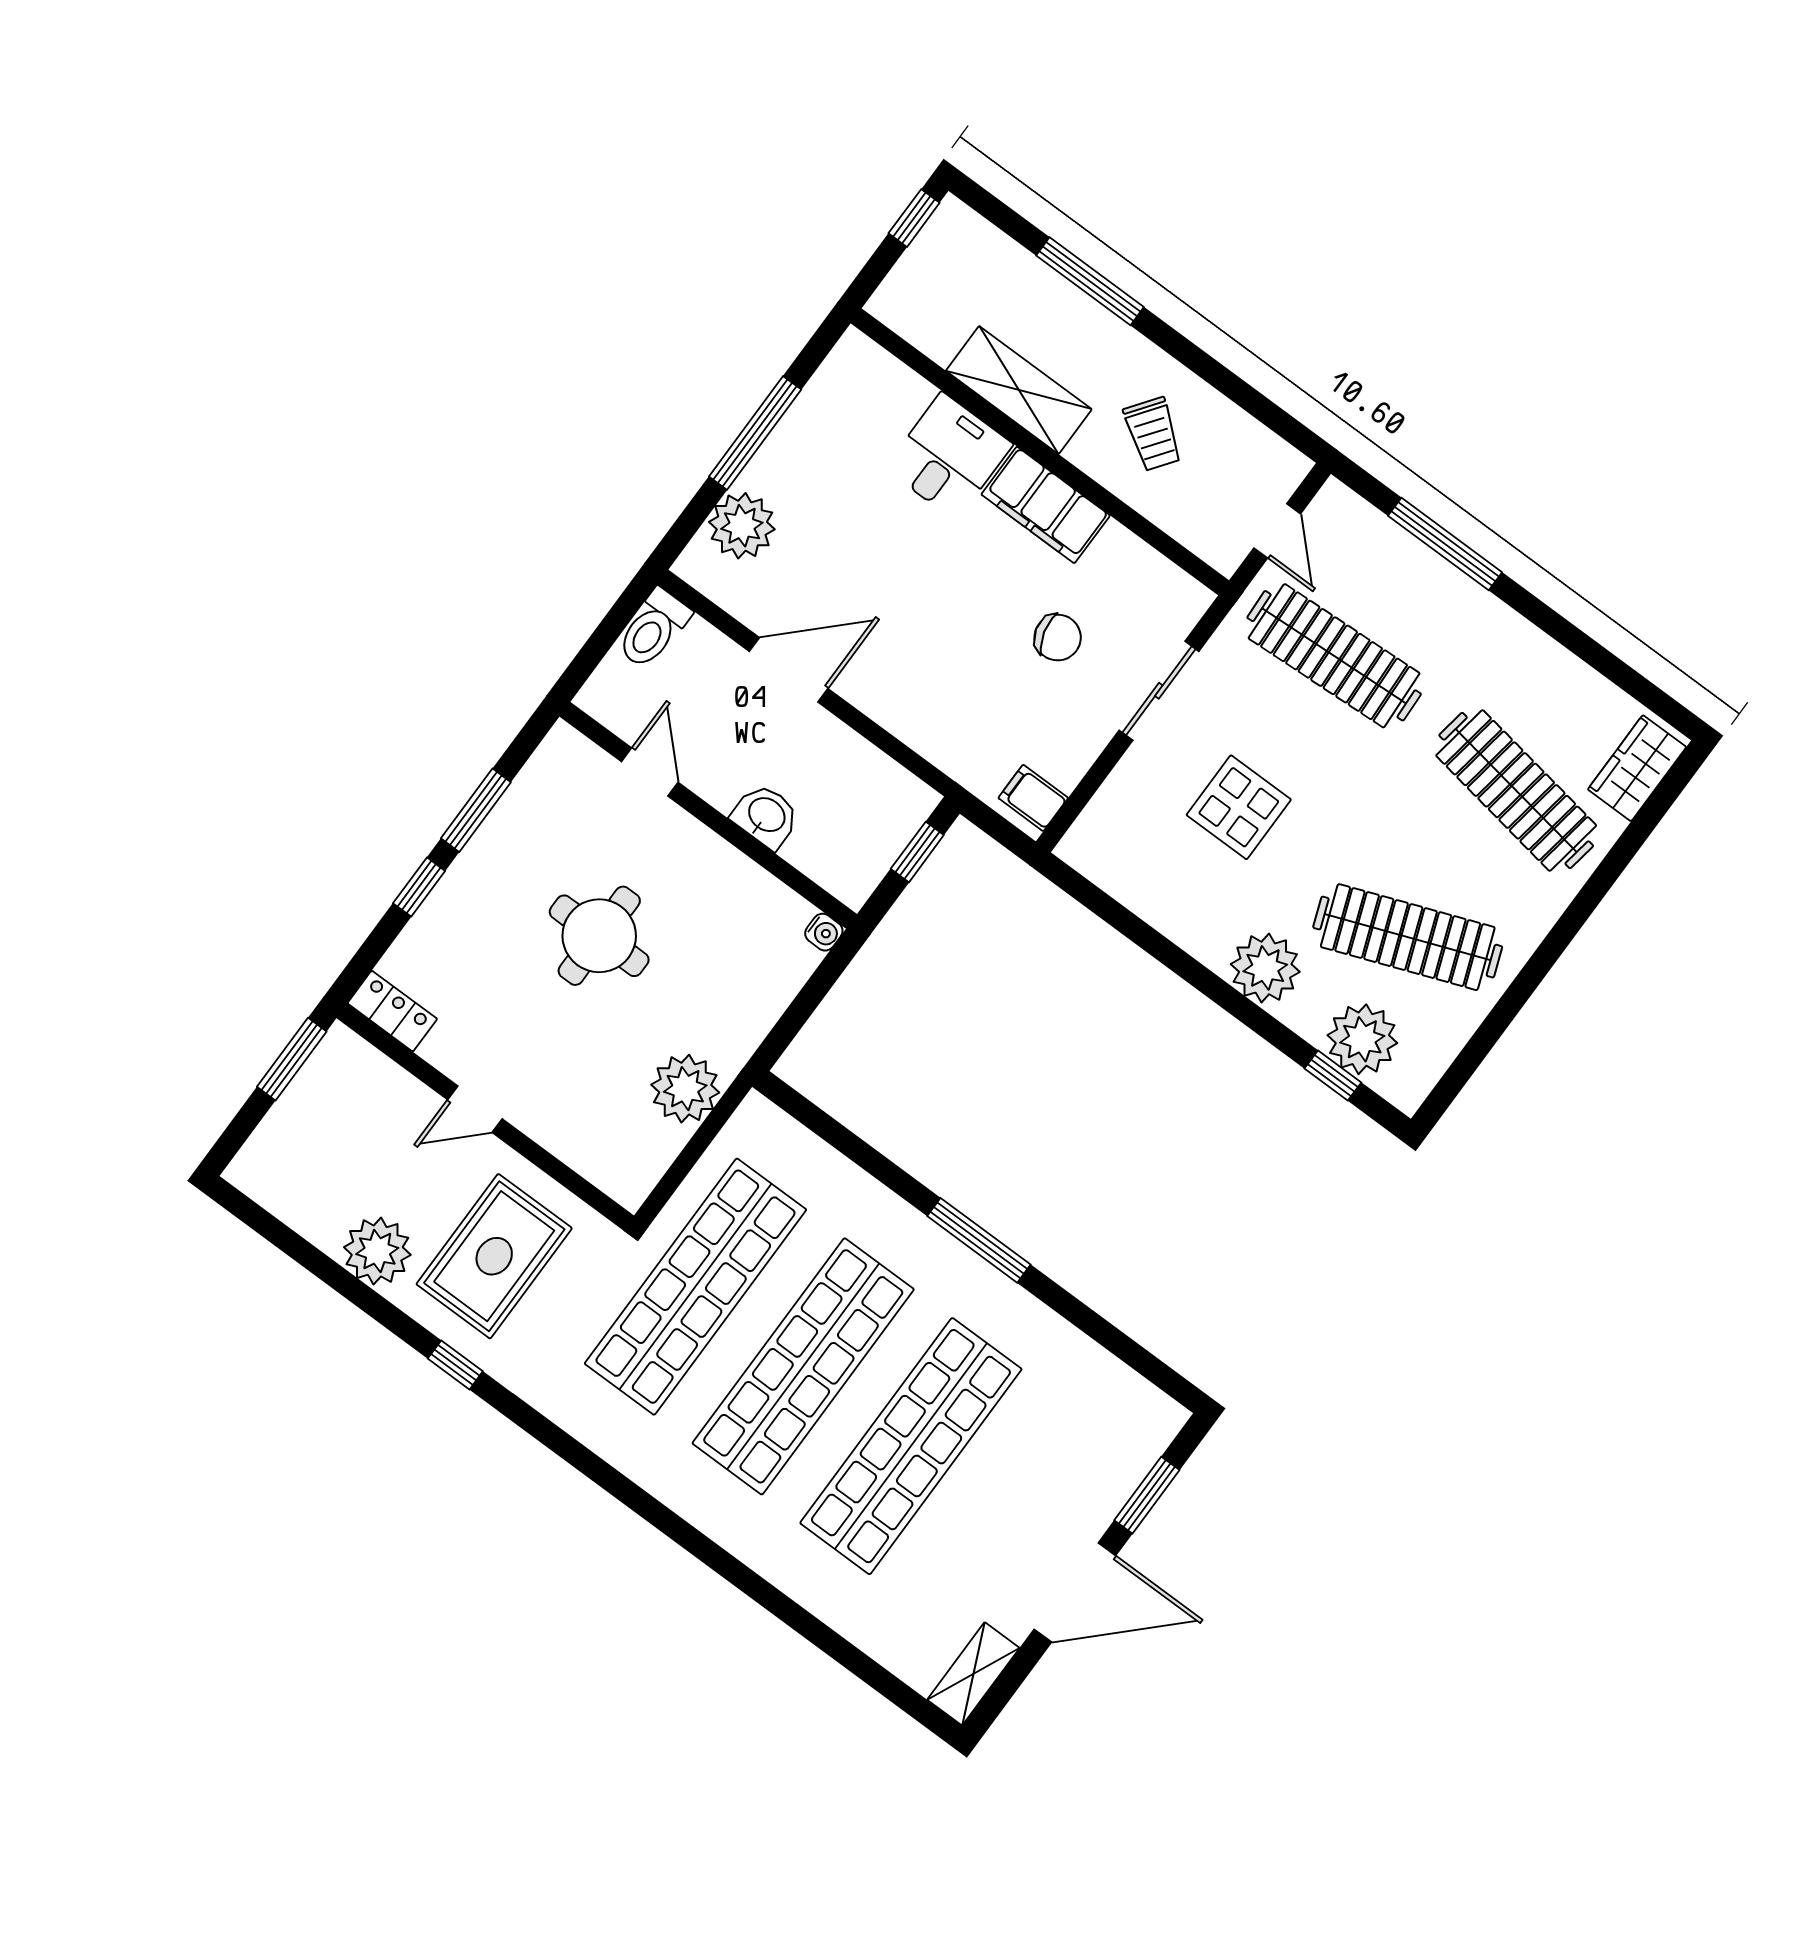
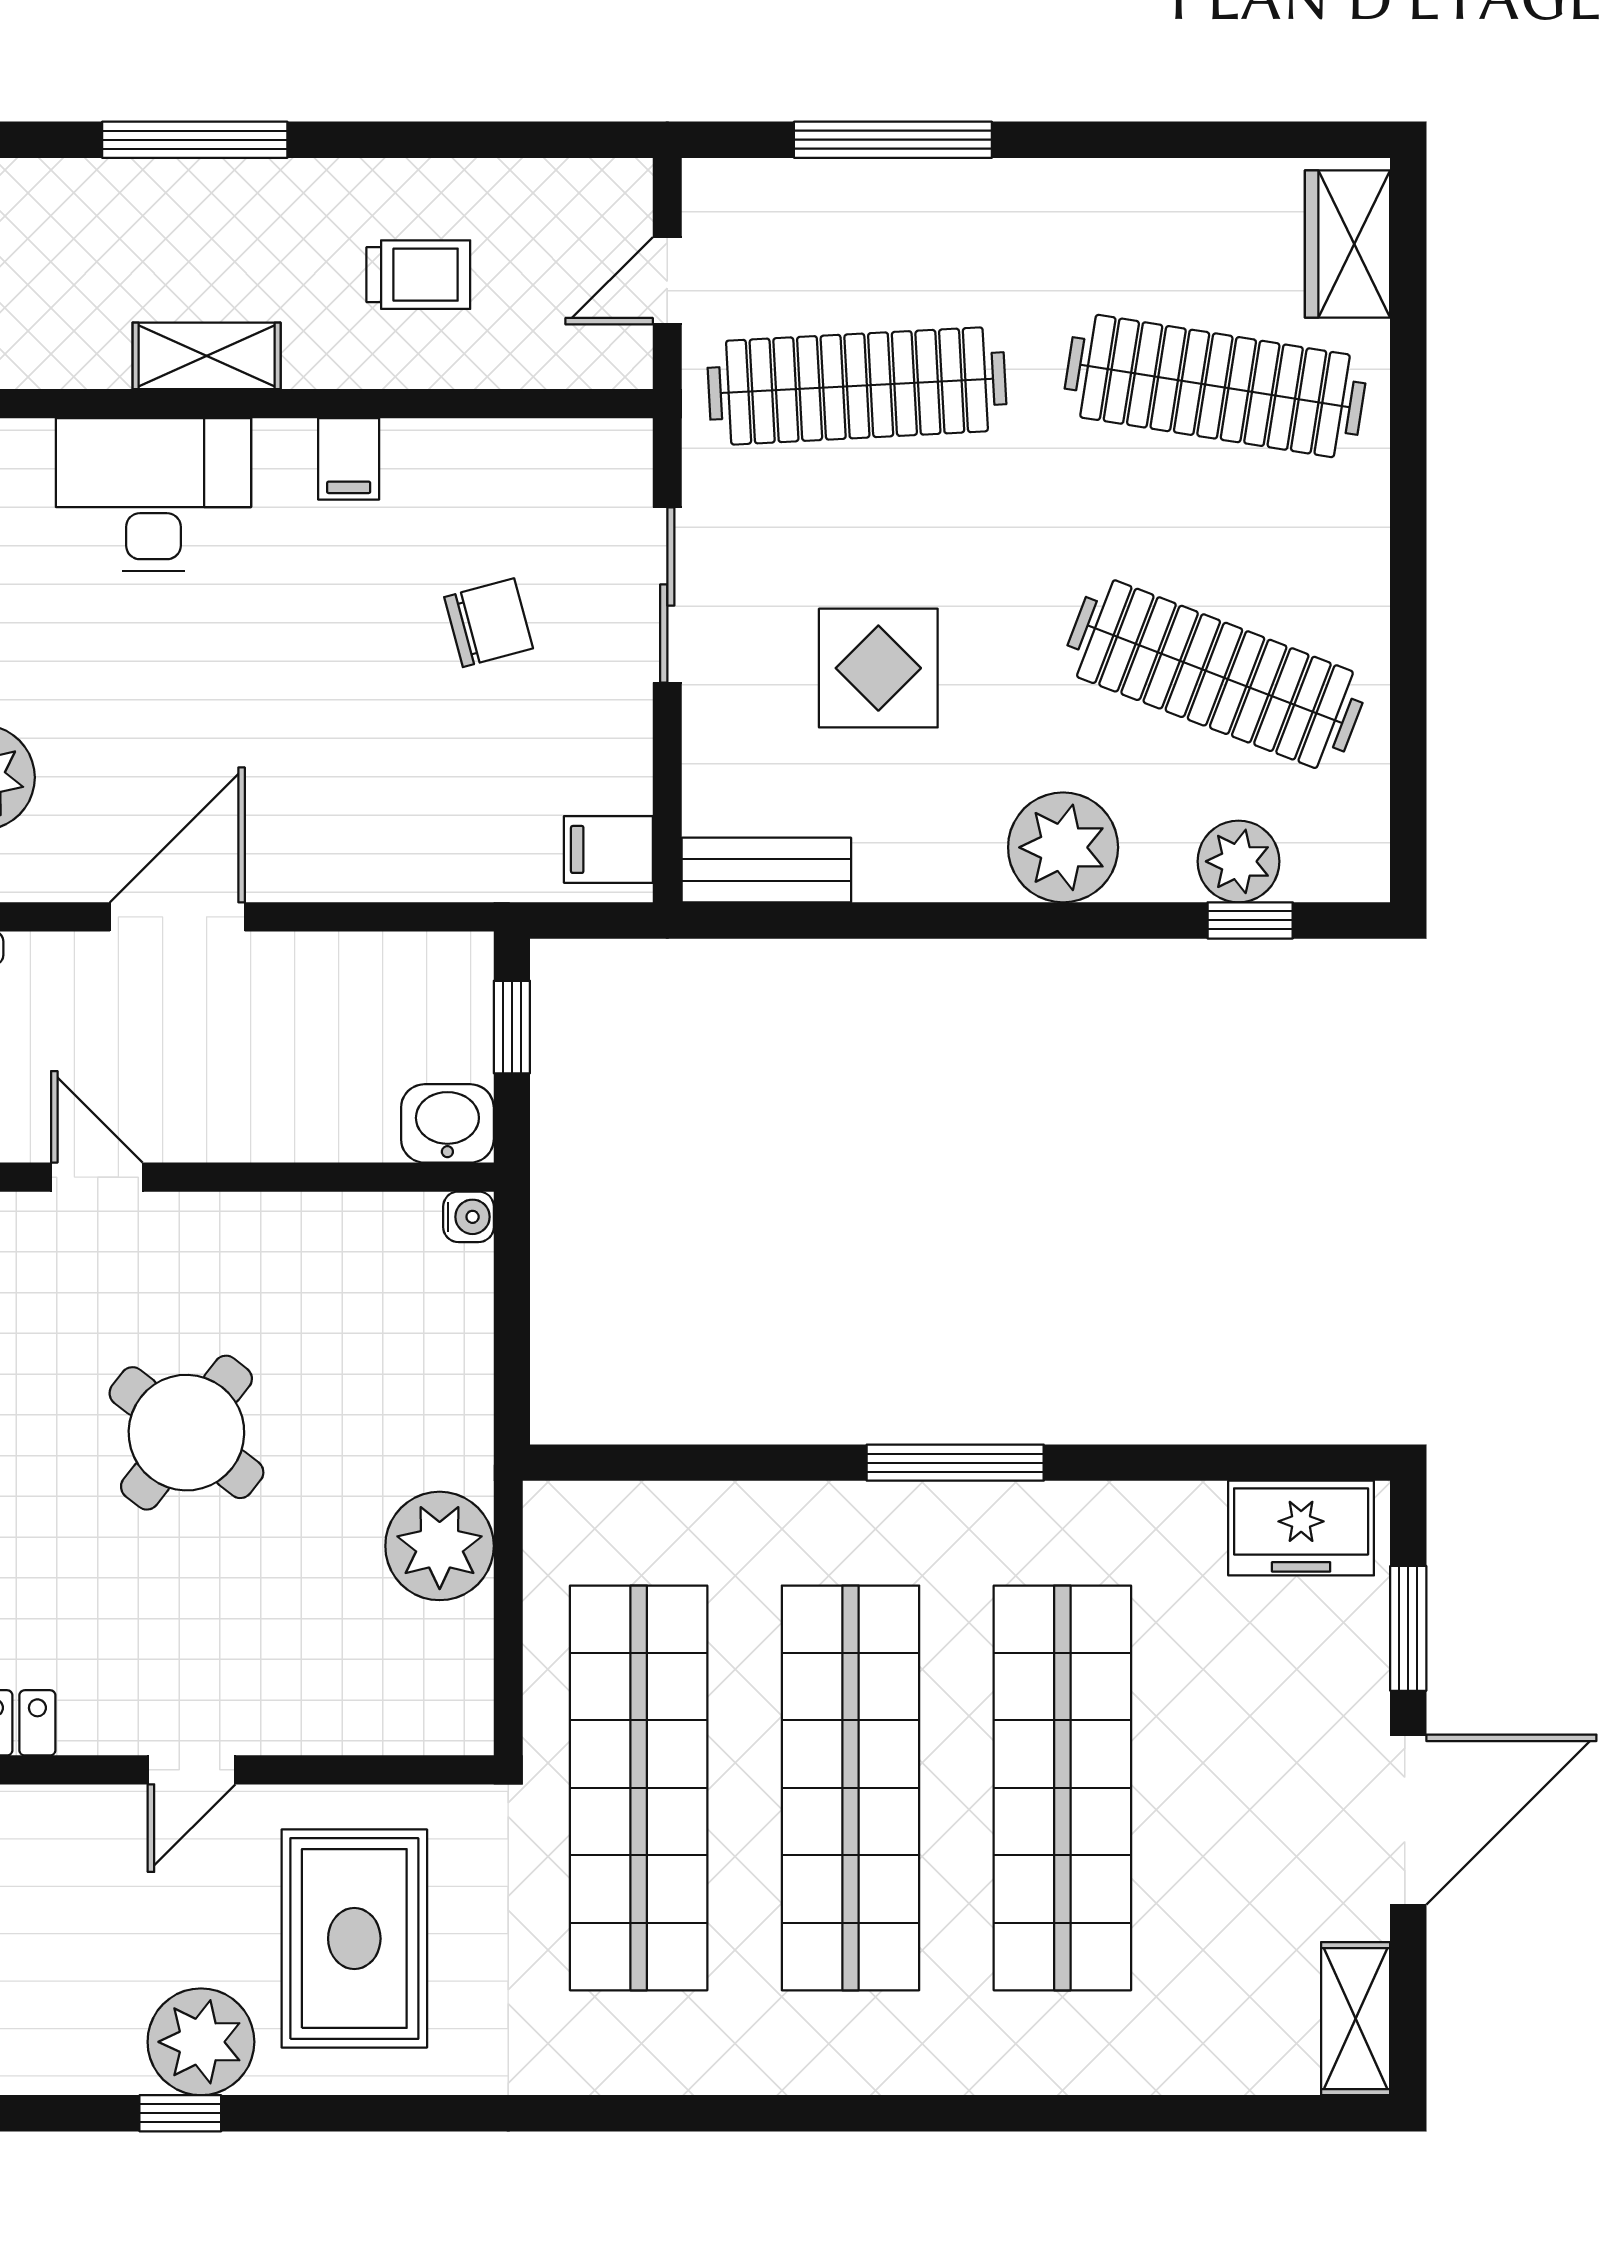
shelving: (1019, 390) -> (207, 356), width x0.67, depth x0.75
trolley: (1153, 434) -> (418, 275), turned -36
desk: (949, 456) -> (153, 495), width x1.37
filing cabinet: (1046, 505) -> (349, 459), width x0.33, depth x0.86
door: (1277, 531) -> (667, 281), swing flipped
washbasin: (766, 816) -> (447, 1123), moved
bench: (1106, 868) -> (766, 870), added
round table: (599, 936) -> (186, 1433), turned 38
clothes rail: (1408, 937) -> (1215, 674), turned 42
plant: (1362, 1039) -> (1238, 861), width x0.73, depth x0.73
window: (455, 1365) -> (180, 2113), moved
freezer: (1130, 1404) -> (1301, 1528), added

